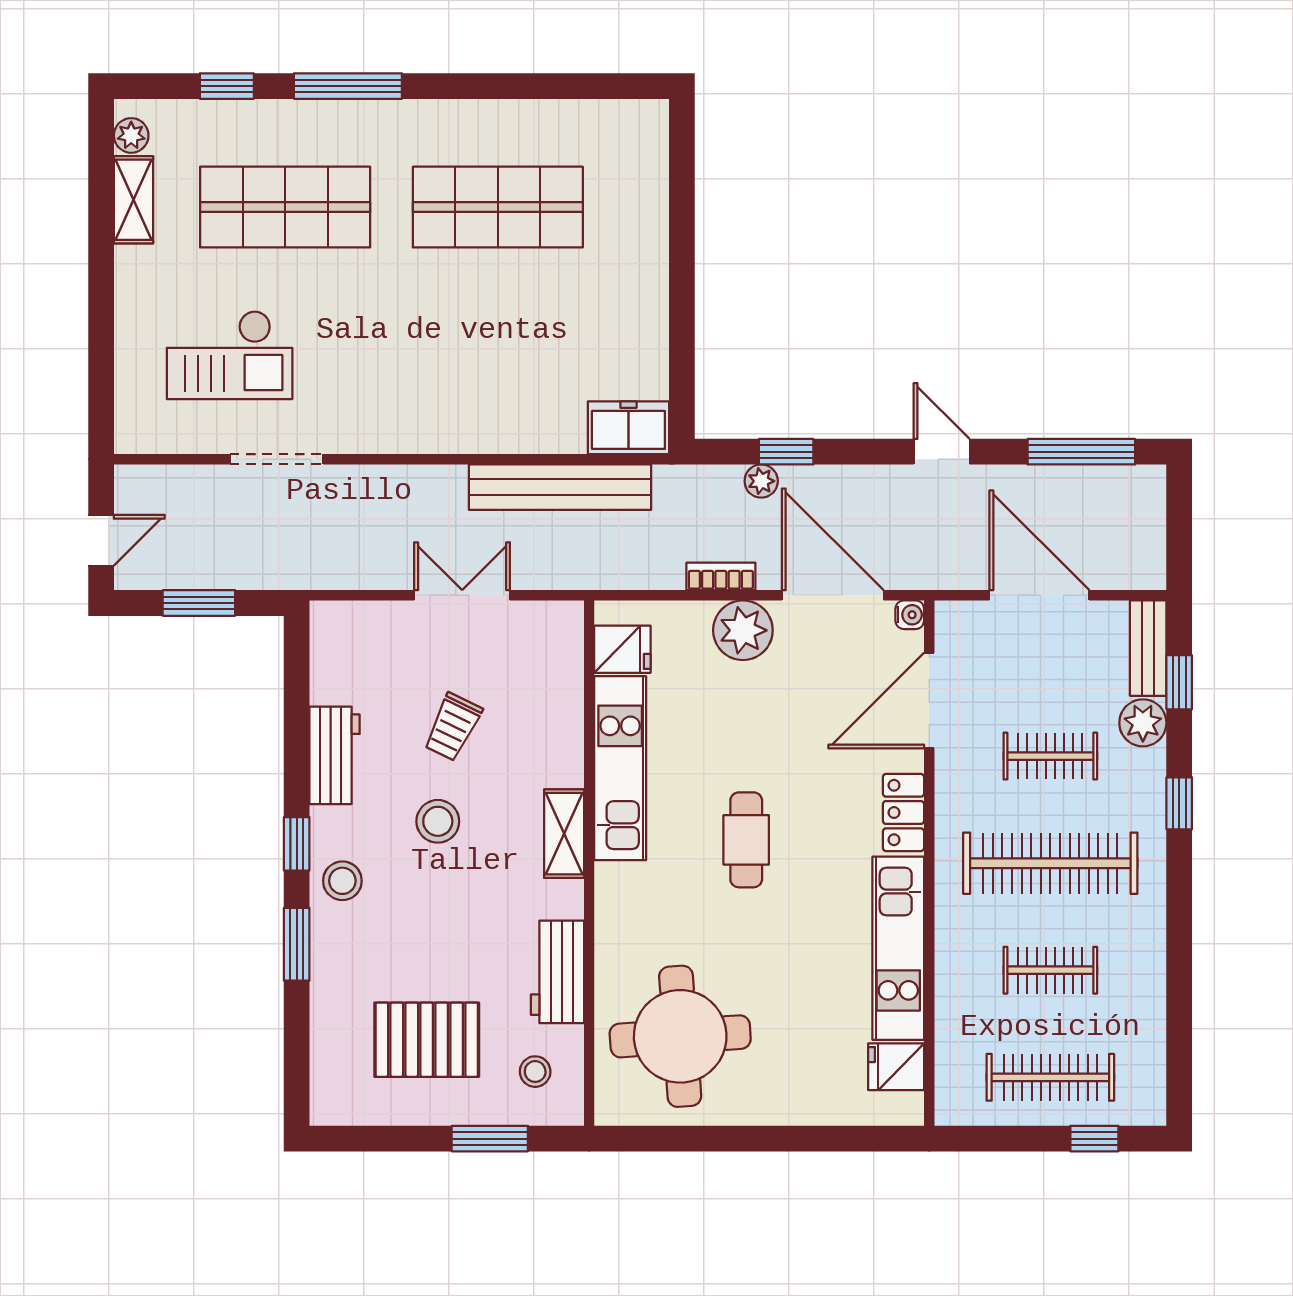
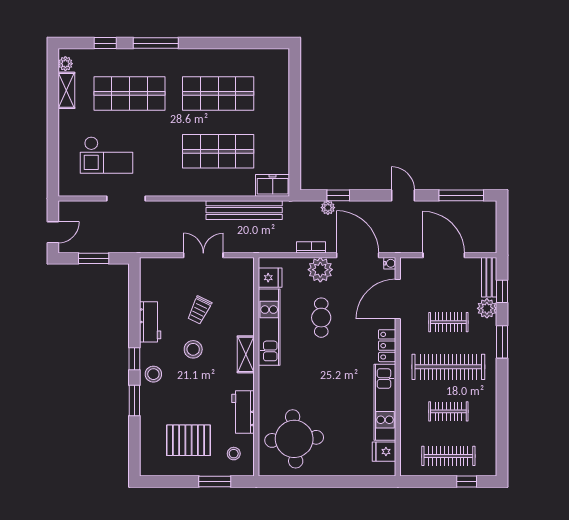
shop shelf: (498, 346) -> (218, 151), added
window: (1179, 803) -> (502, 342), width x1.50
cafe table: (746, 840) -> (321, 318), moved

